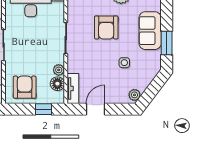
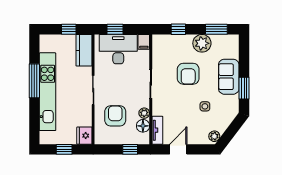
armchair: (25, 87) -> (115, 116), moved

